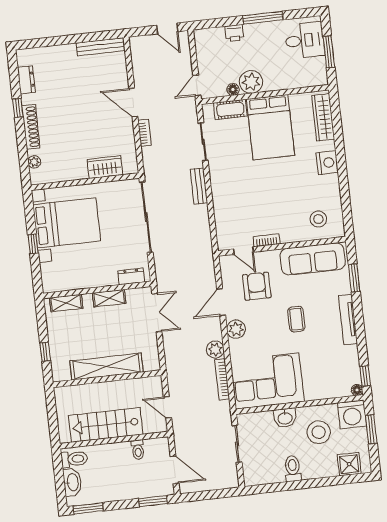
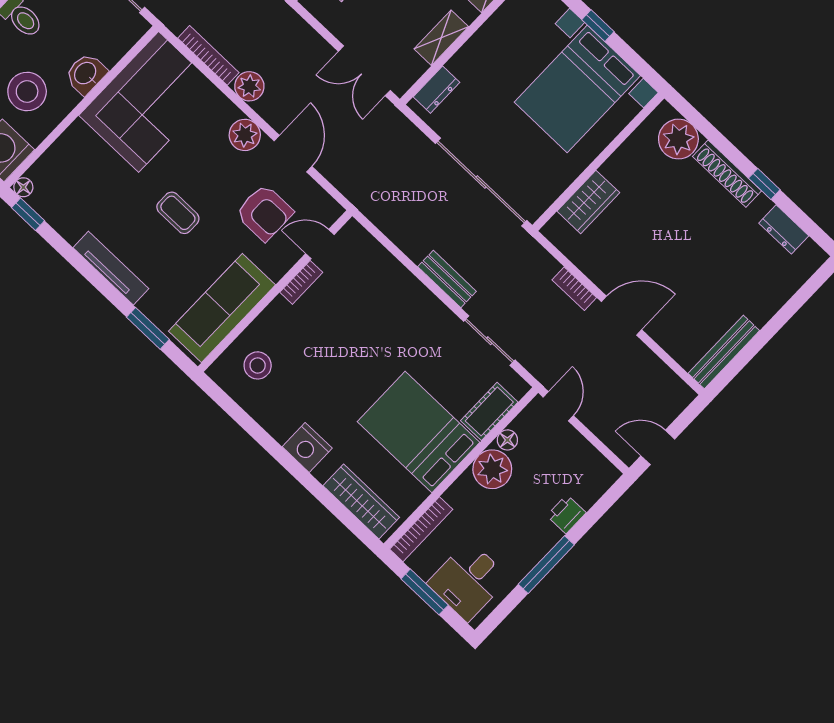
bookcase: (306, 82) -> (421, 529), added
plant: (34, 162) -> (678, 139), width x1.88, depth x1.88

